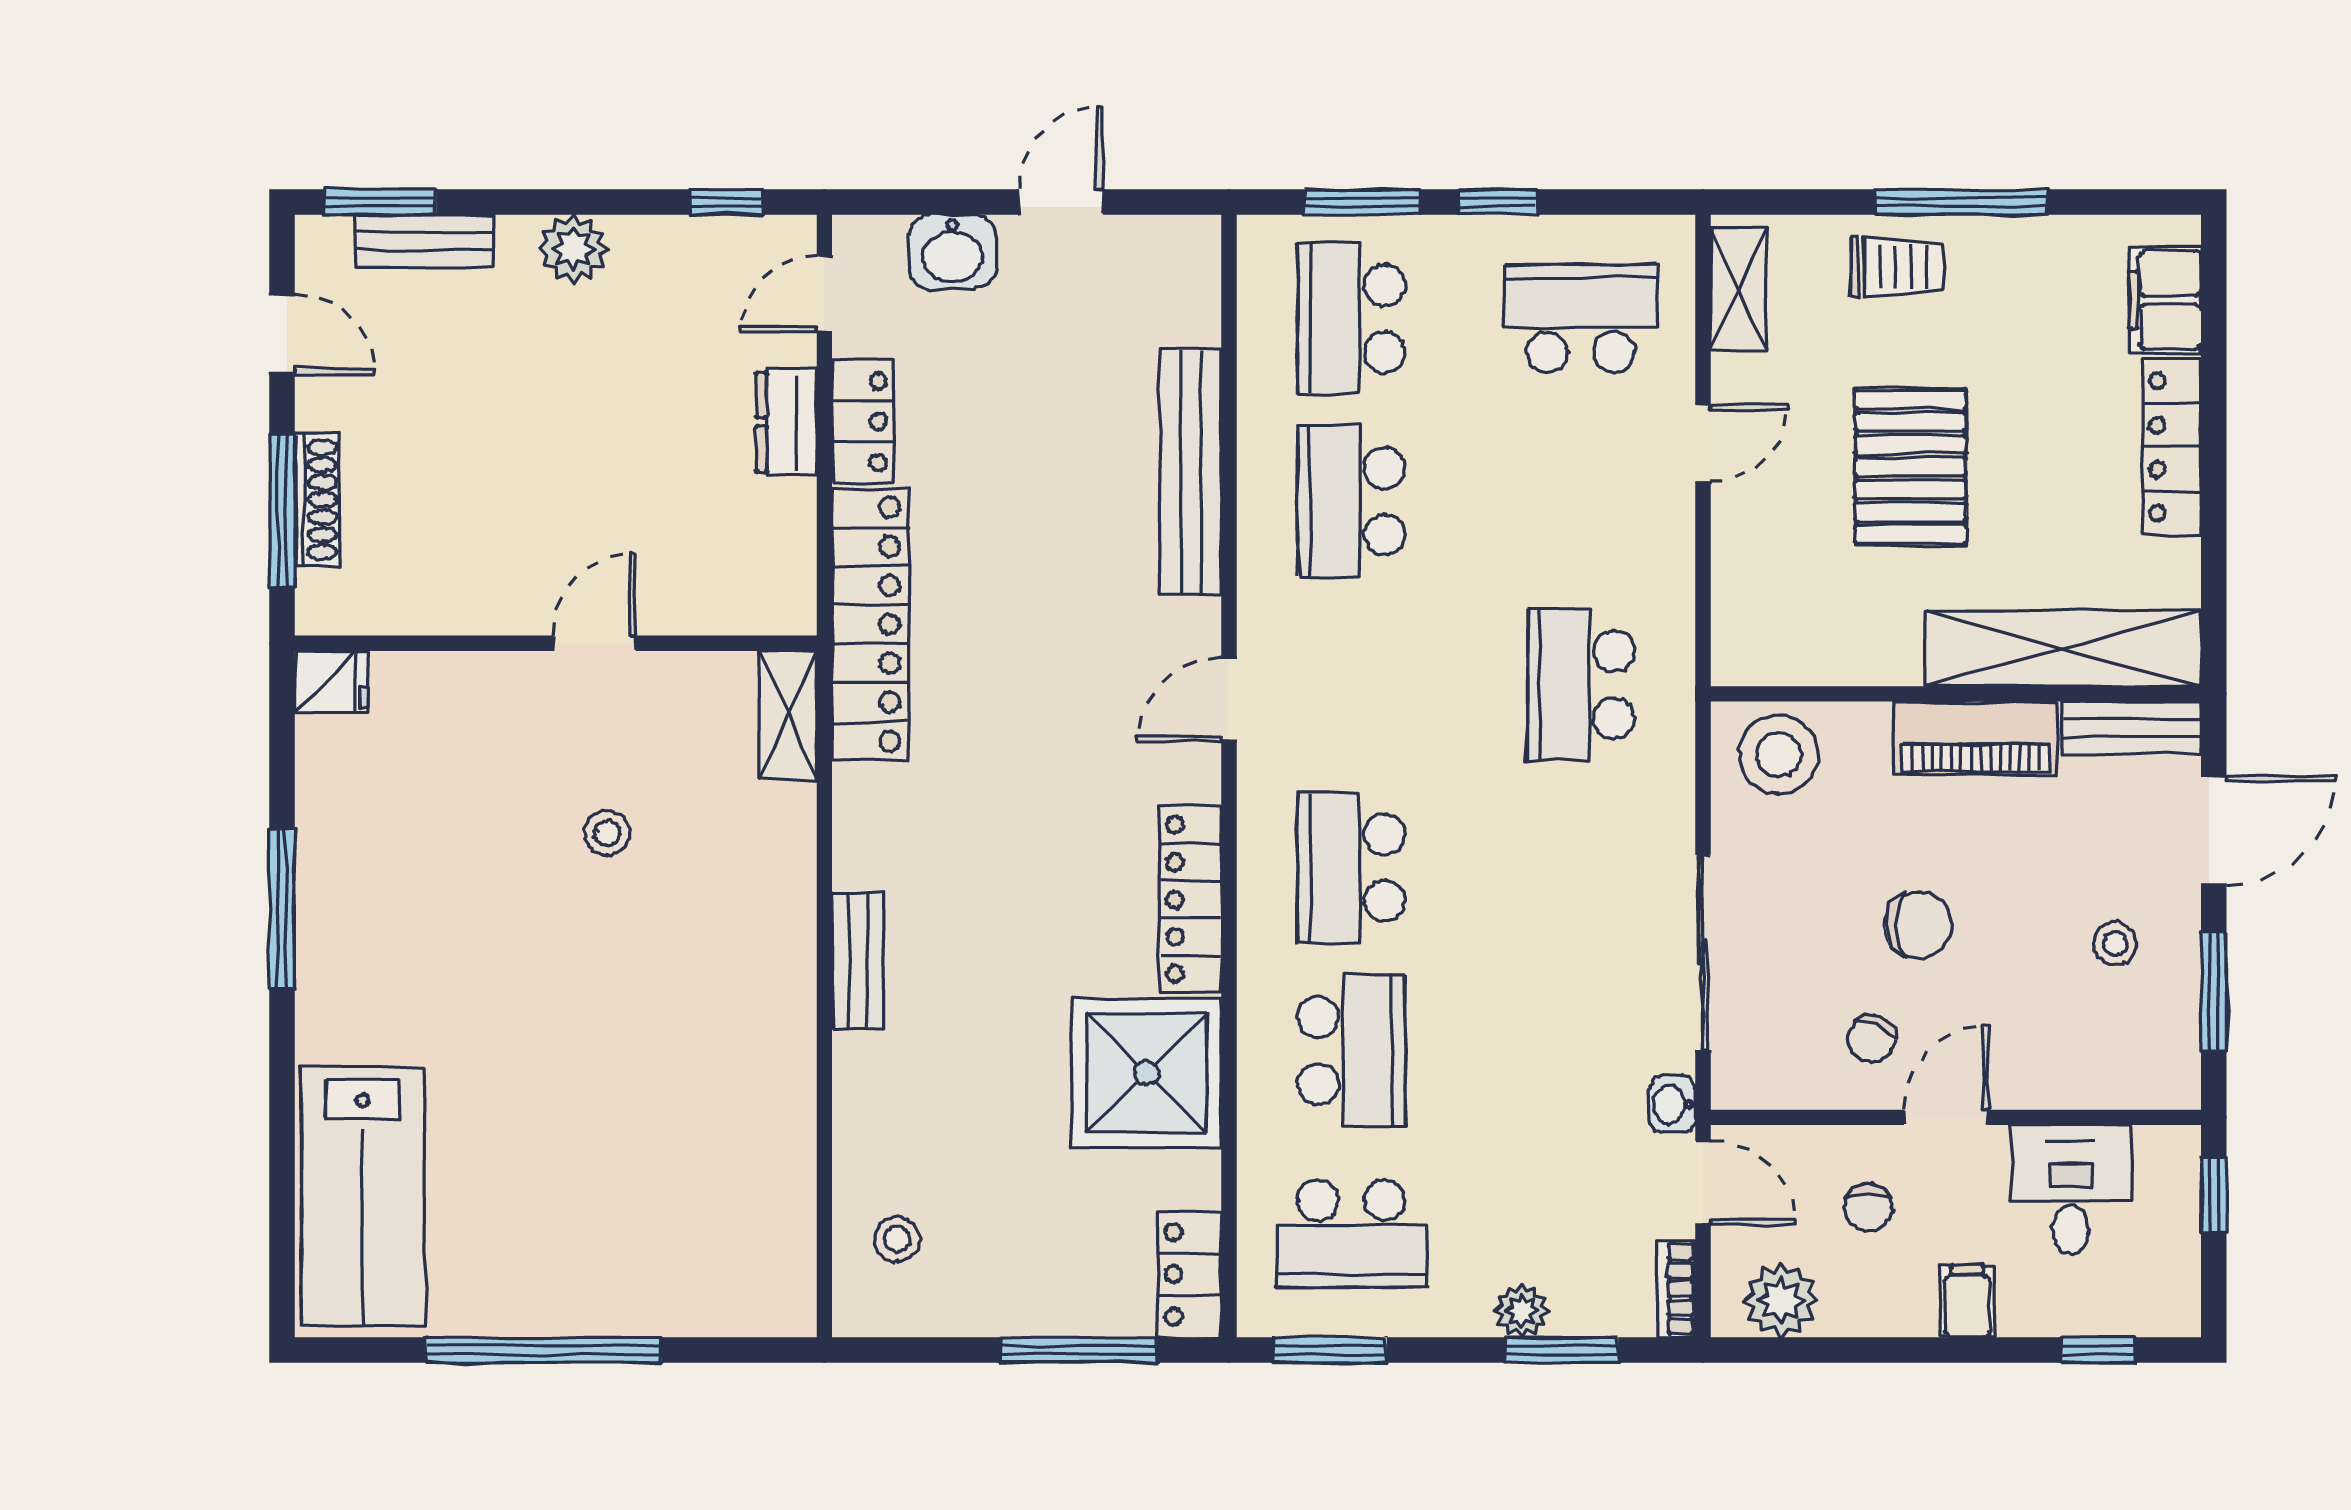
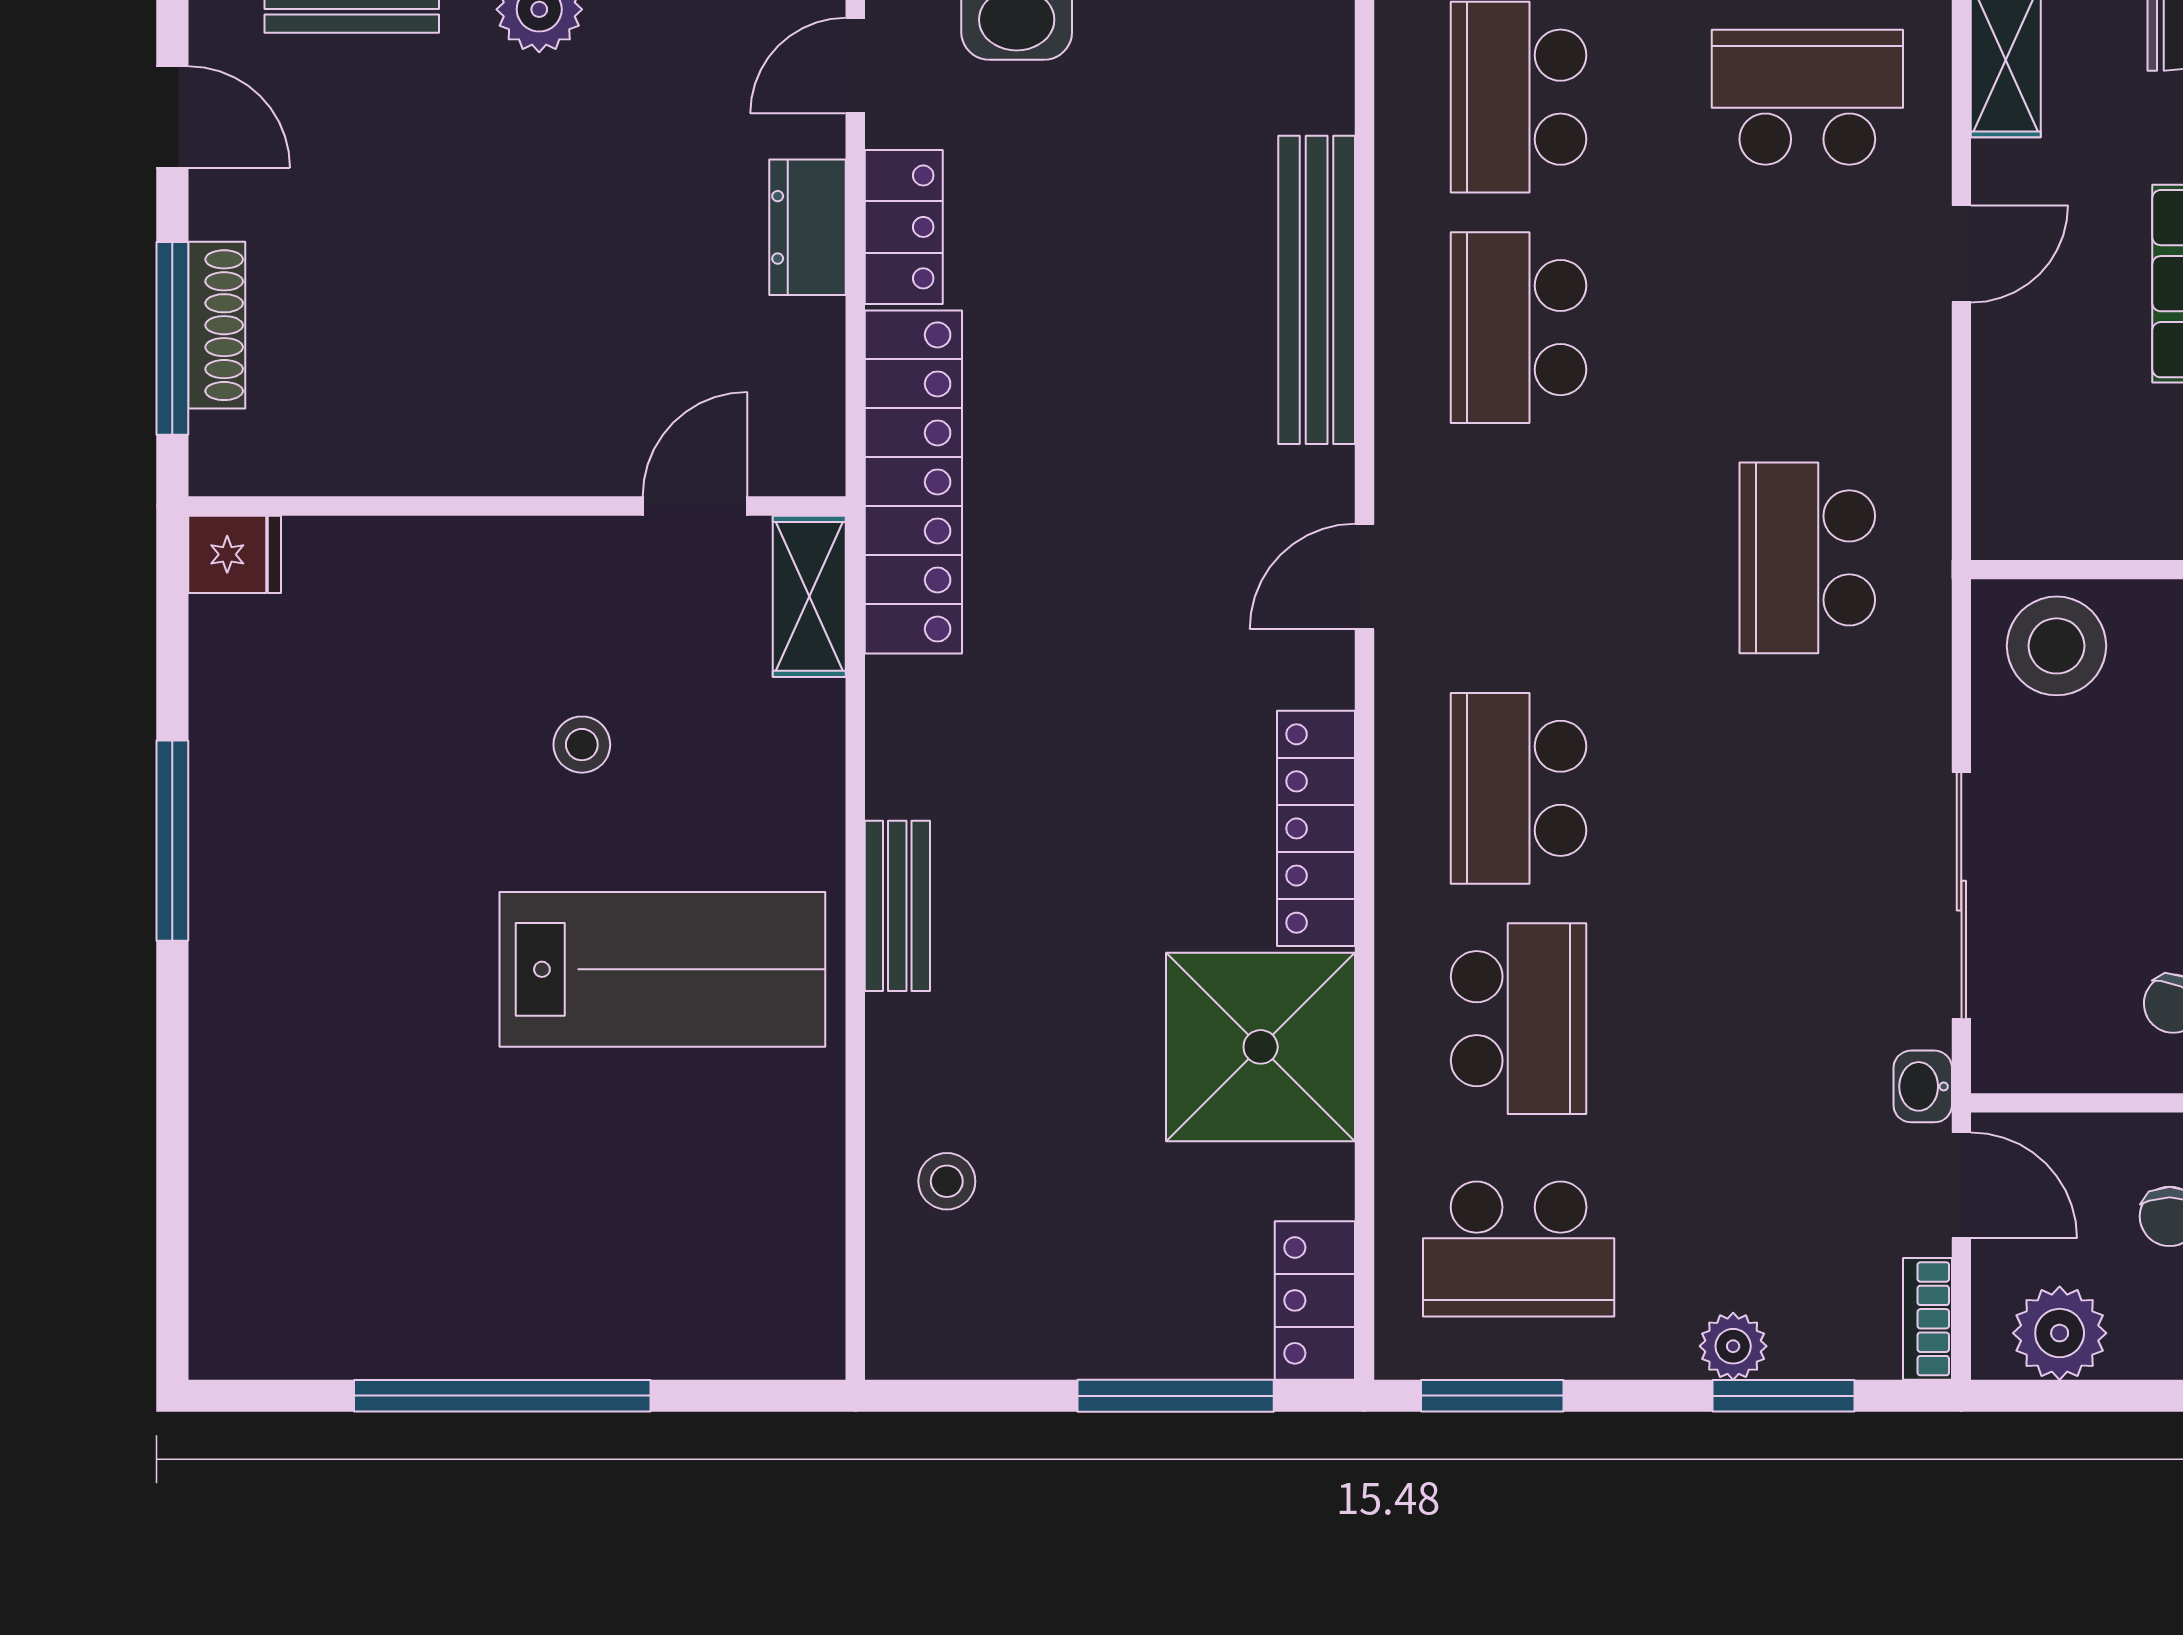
door: (594, 643) -> (695, 506), moved
lab bench: (363, 1196) -> (662, 969), moved, turned -90
stool: (897, 1239) -> (947, 1181), moved

